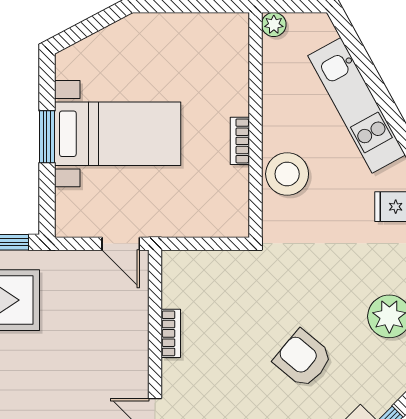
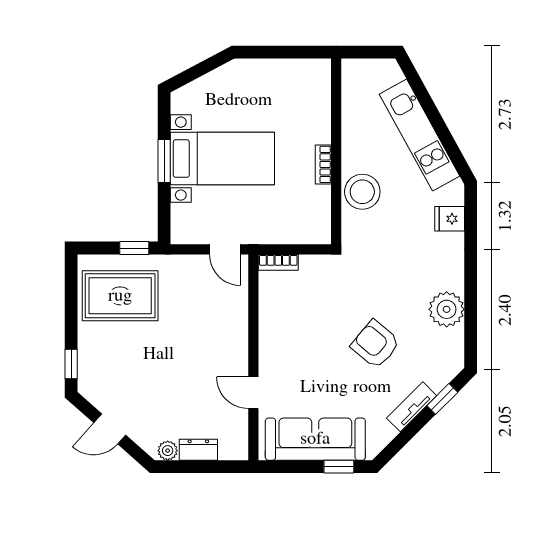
plant: (274, 24) -> (351, 68), removed
bookcase: (171, 333) -> (278, 262), moved, turned 90

